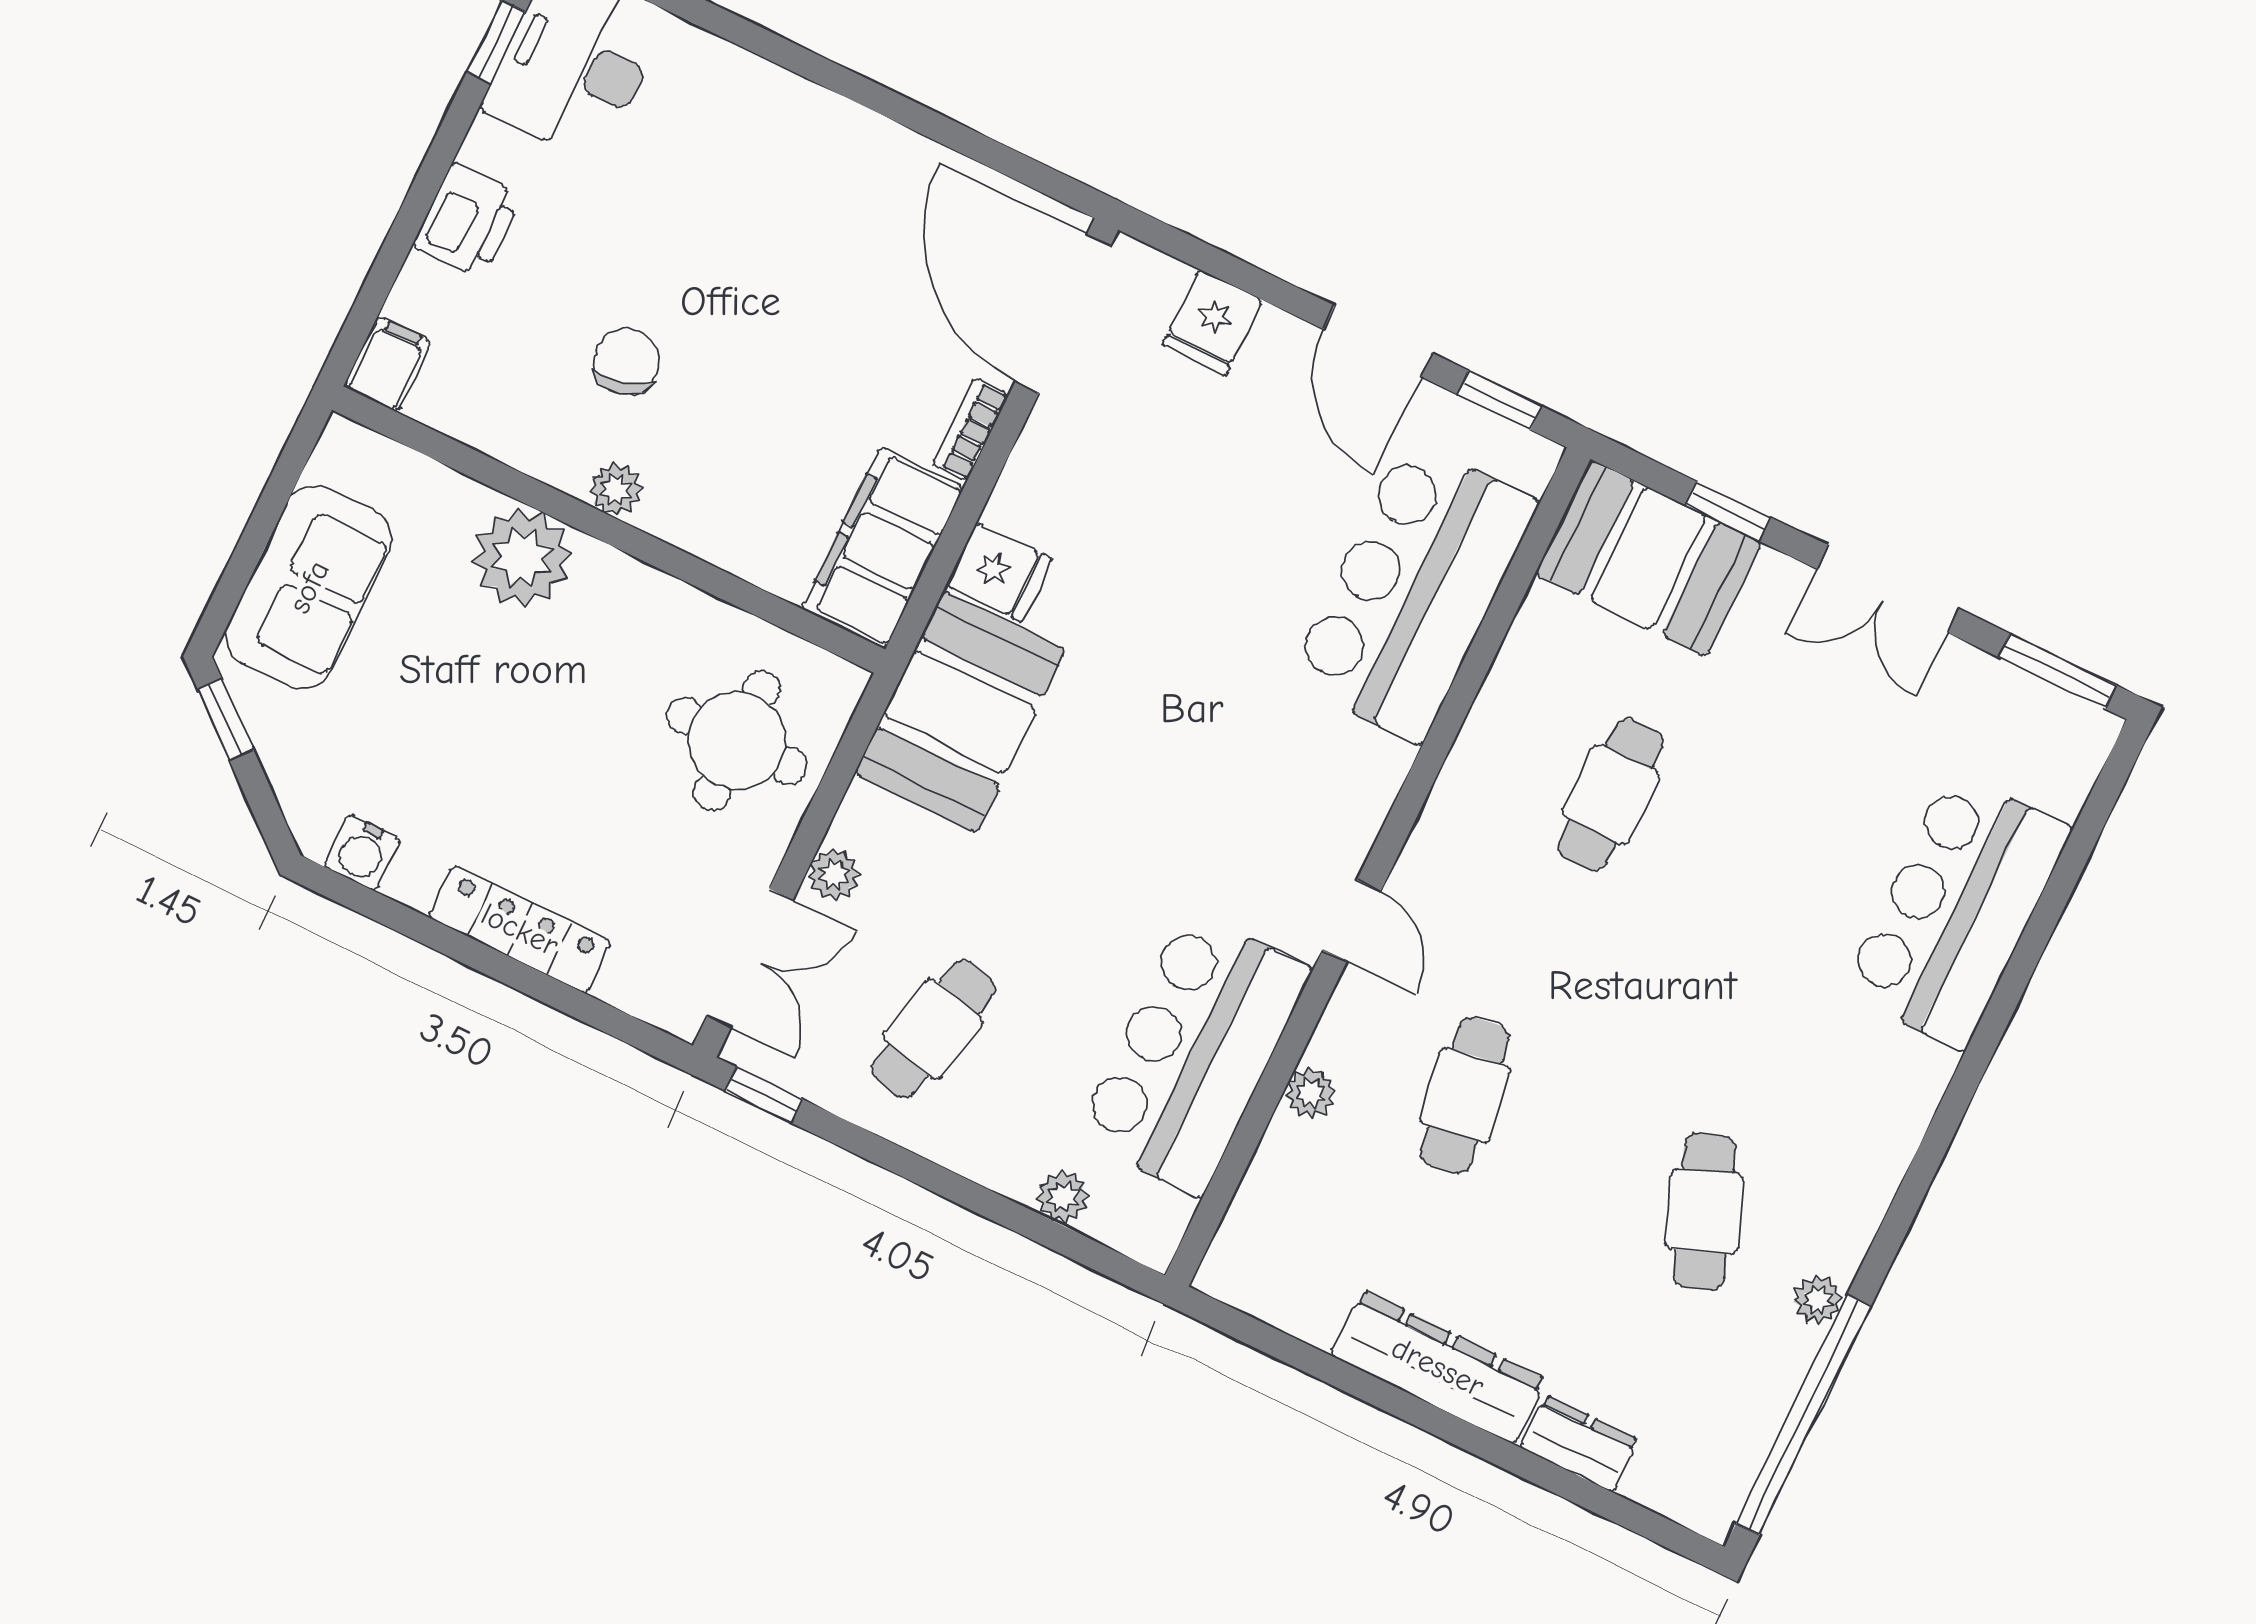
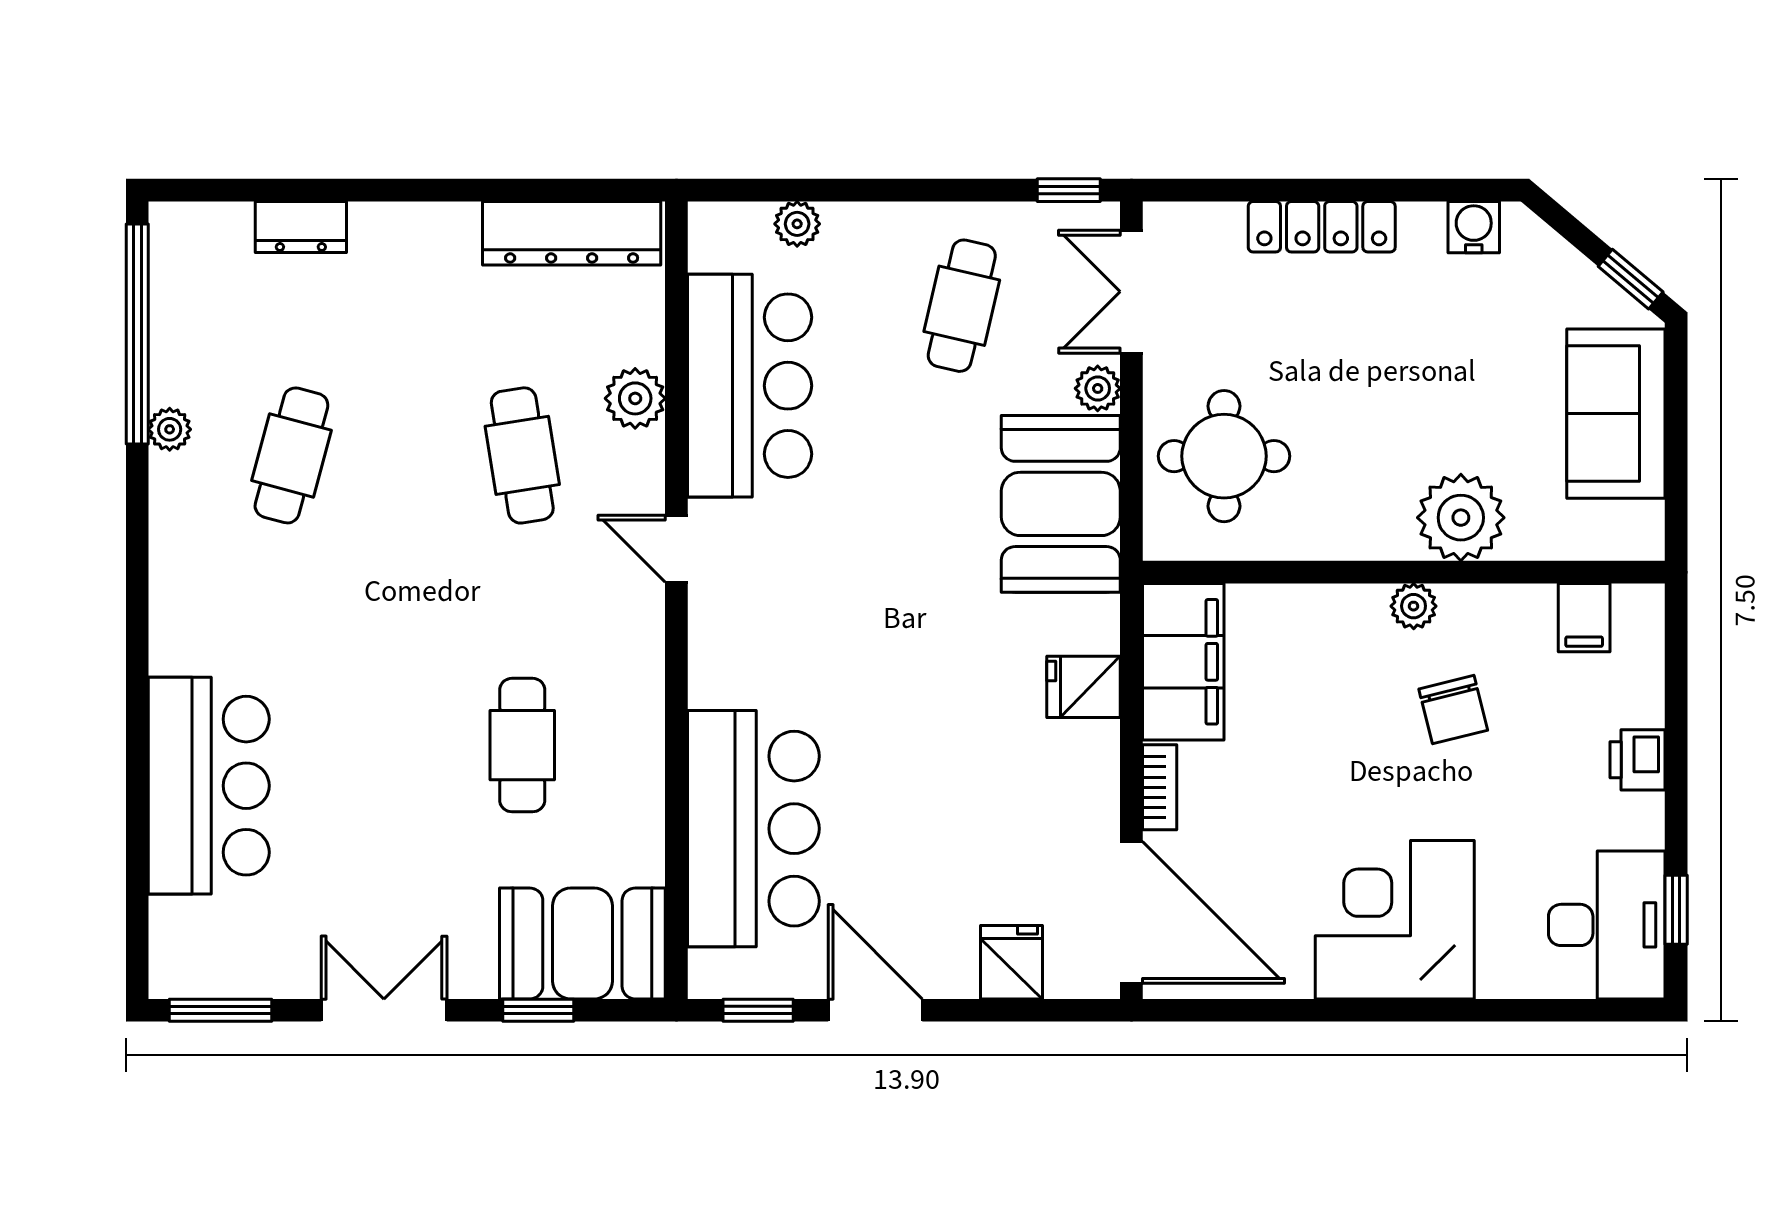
corner desk: (793, 173) -> (1395, 920), added
printer: (468, 220) -> (1638, 760), width x0.73, depth x0.81
filing cabinet: (388, 364) -> (1584, 618), moved
booth: (960, 712) -> (1061, 504), moved
plant: (1310, 1093) -> (635, 398), width x1.38, depth x1.38
cafe table: (1704, 1211) -> (291, 455), turned 36
dresser: (1438, 1367) -> (572, 233), moved

